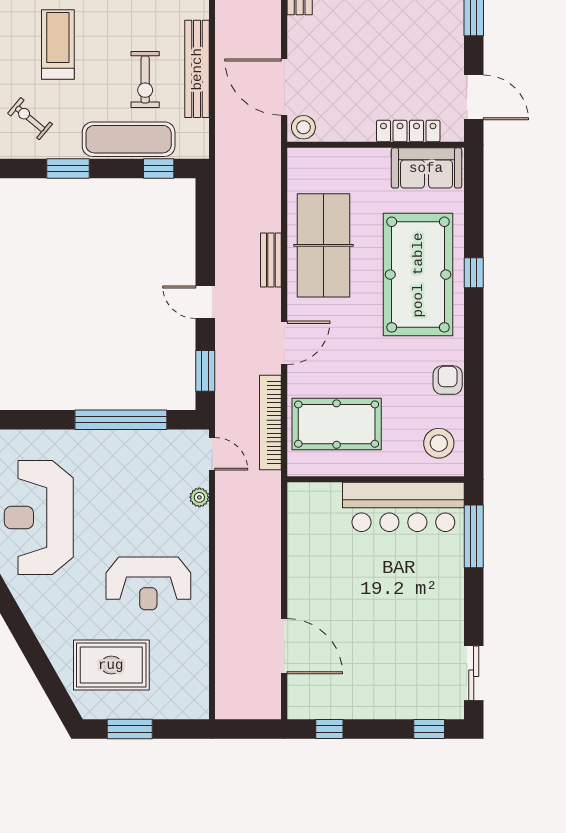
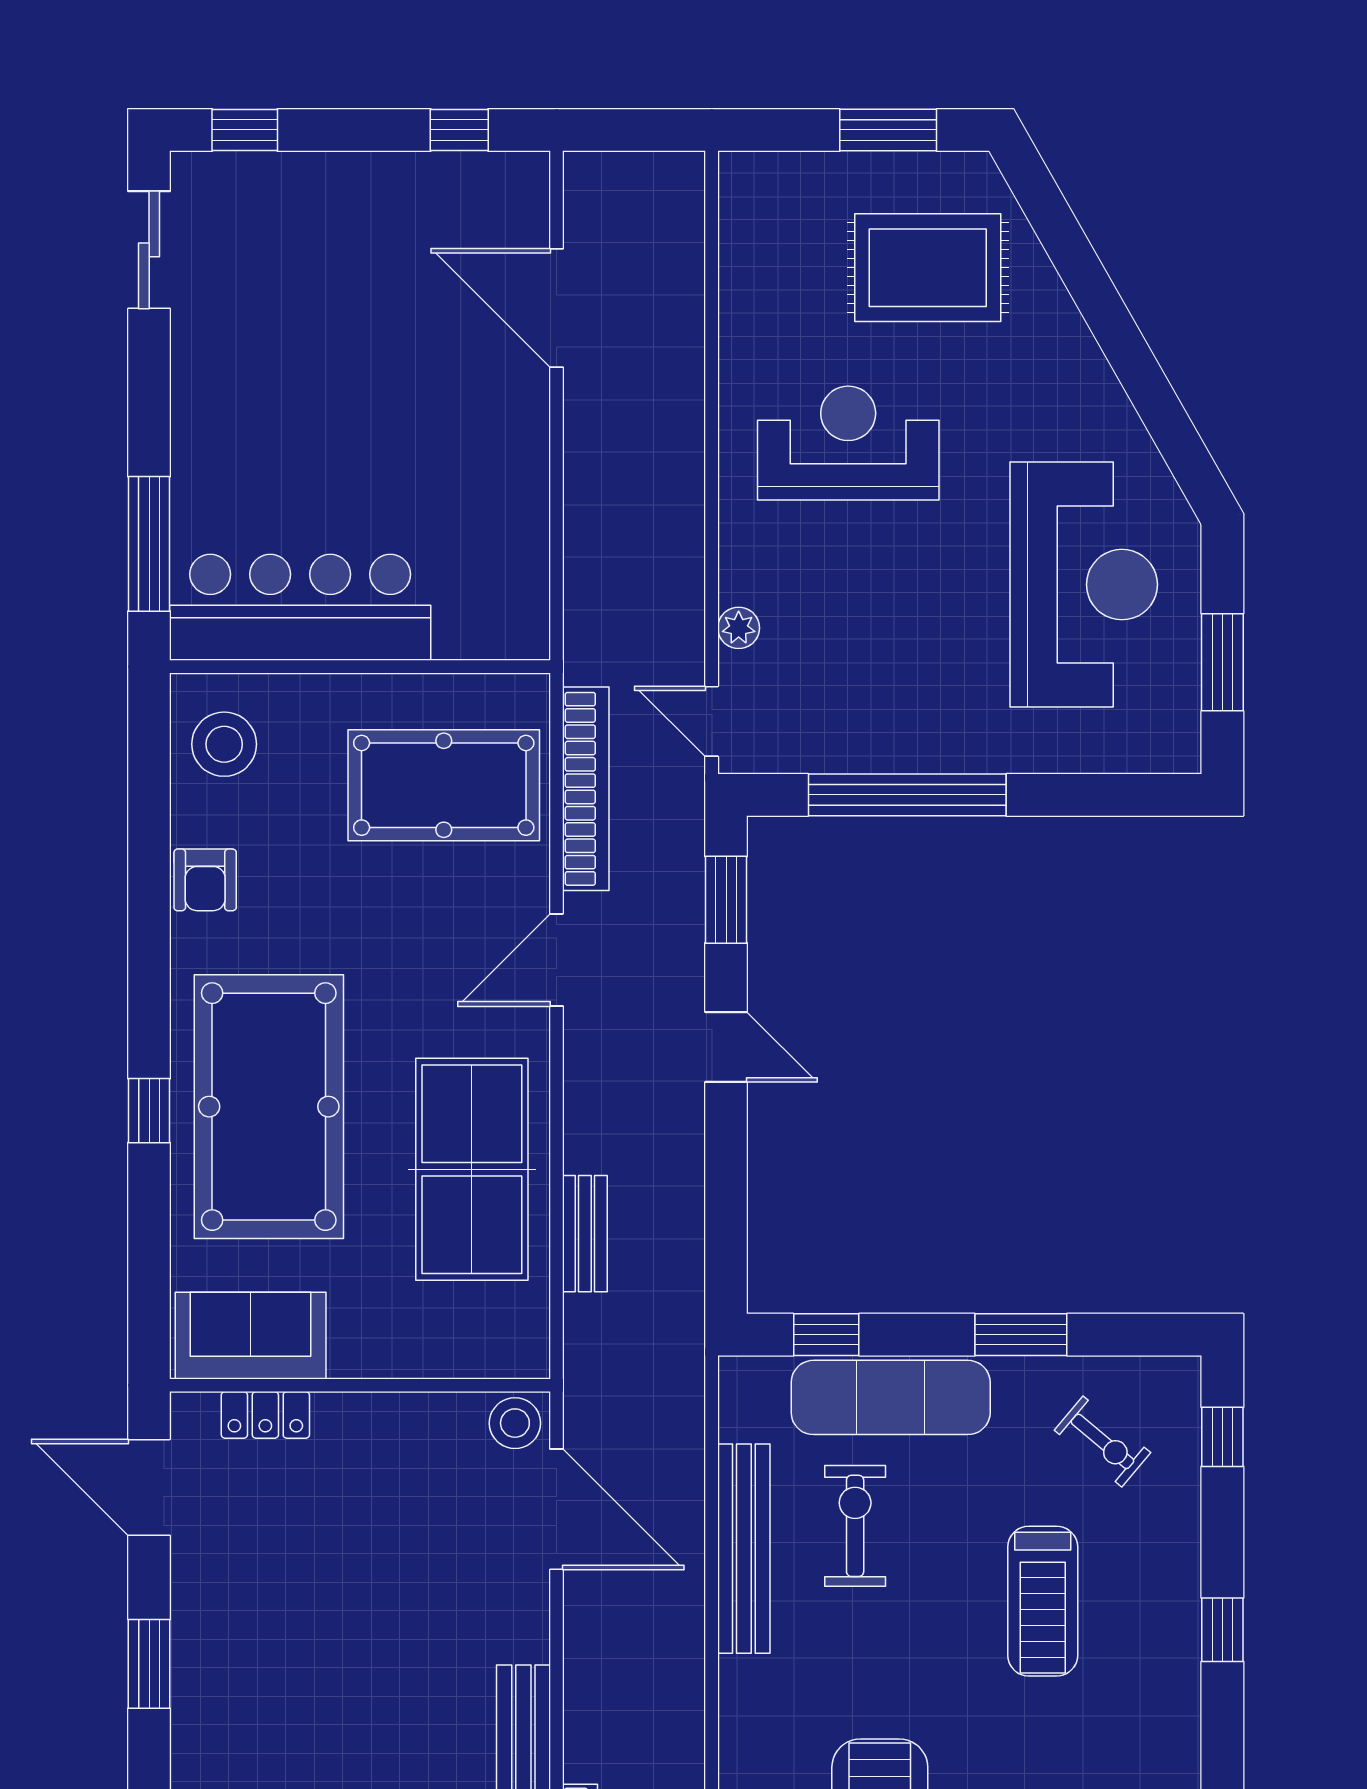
locker: (408, 131) -> (265, 1415), width x0.66
bench: (271, 260) -> (585, 1234), moved

